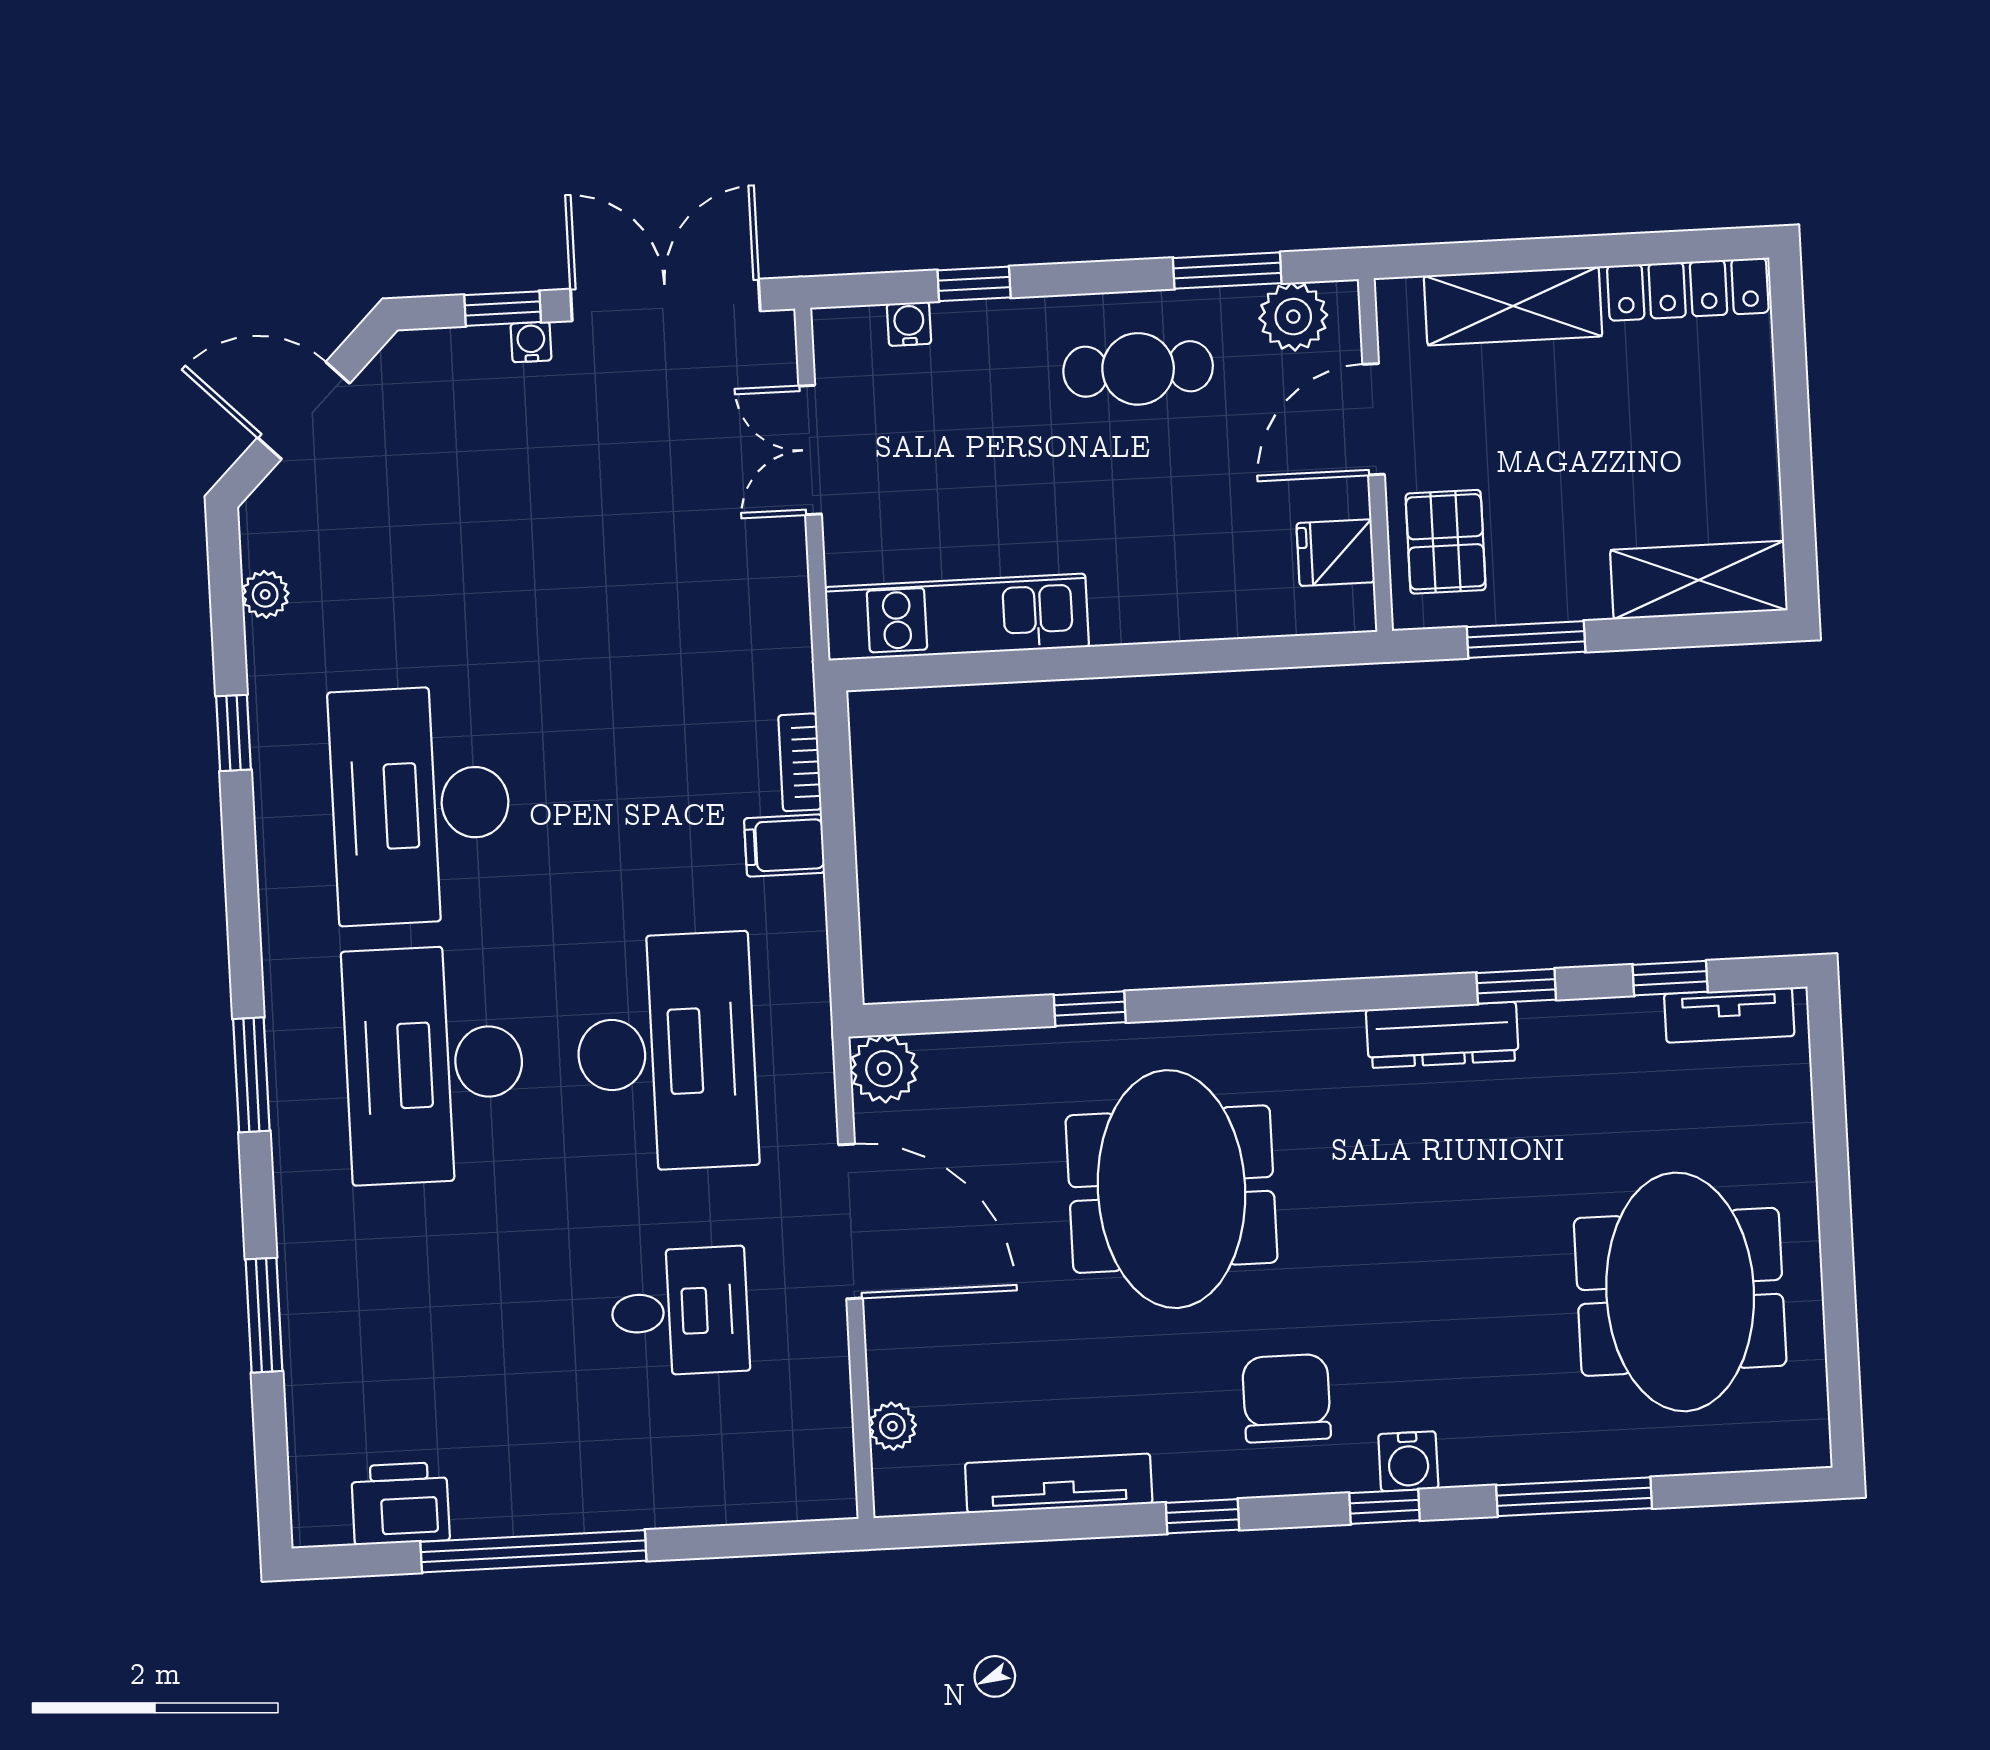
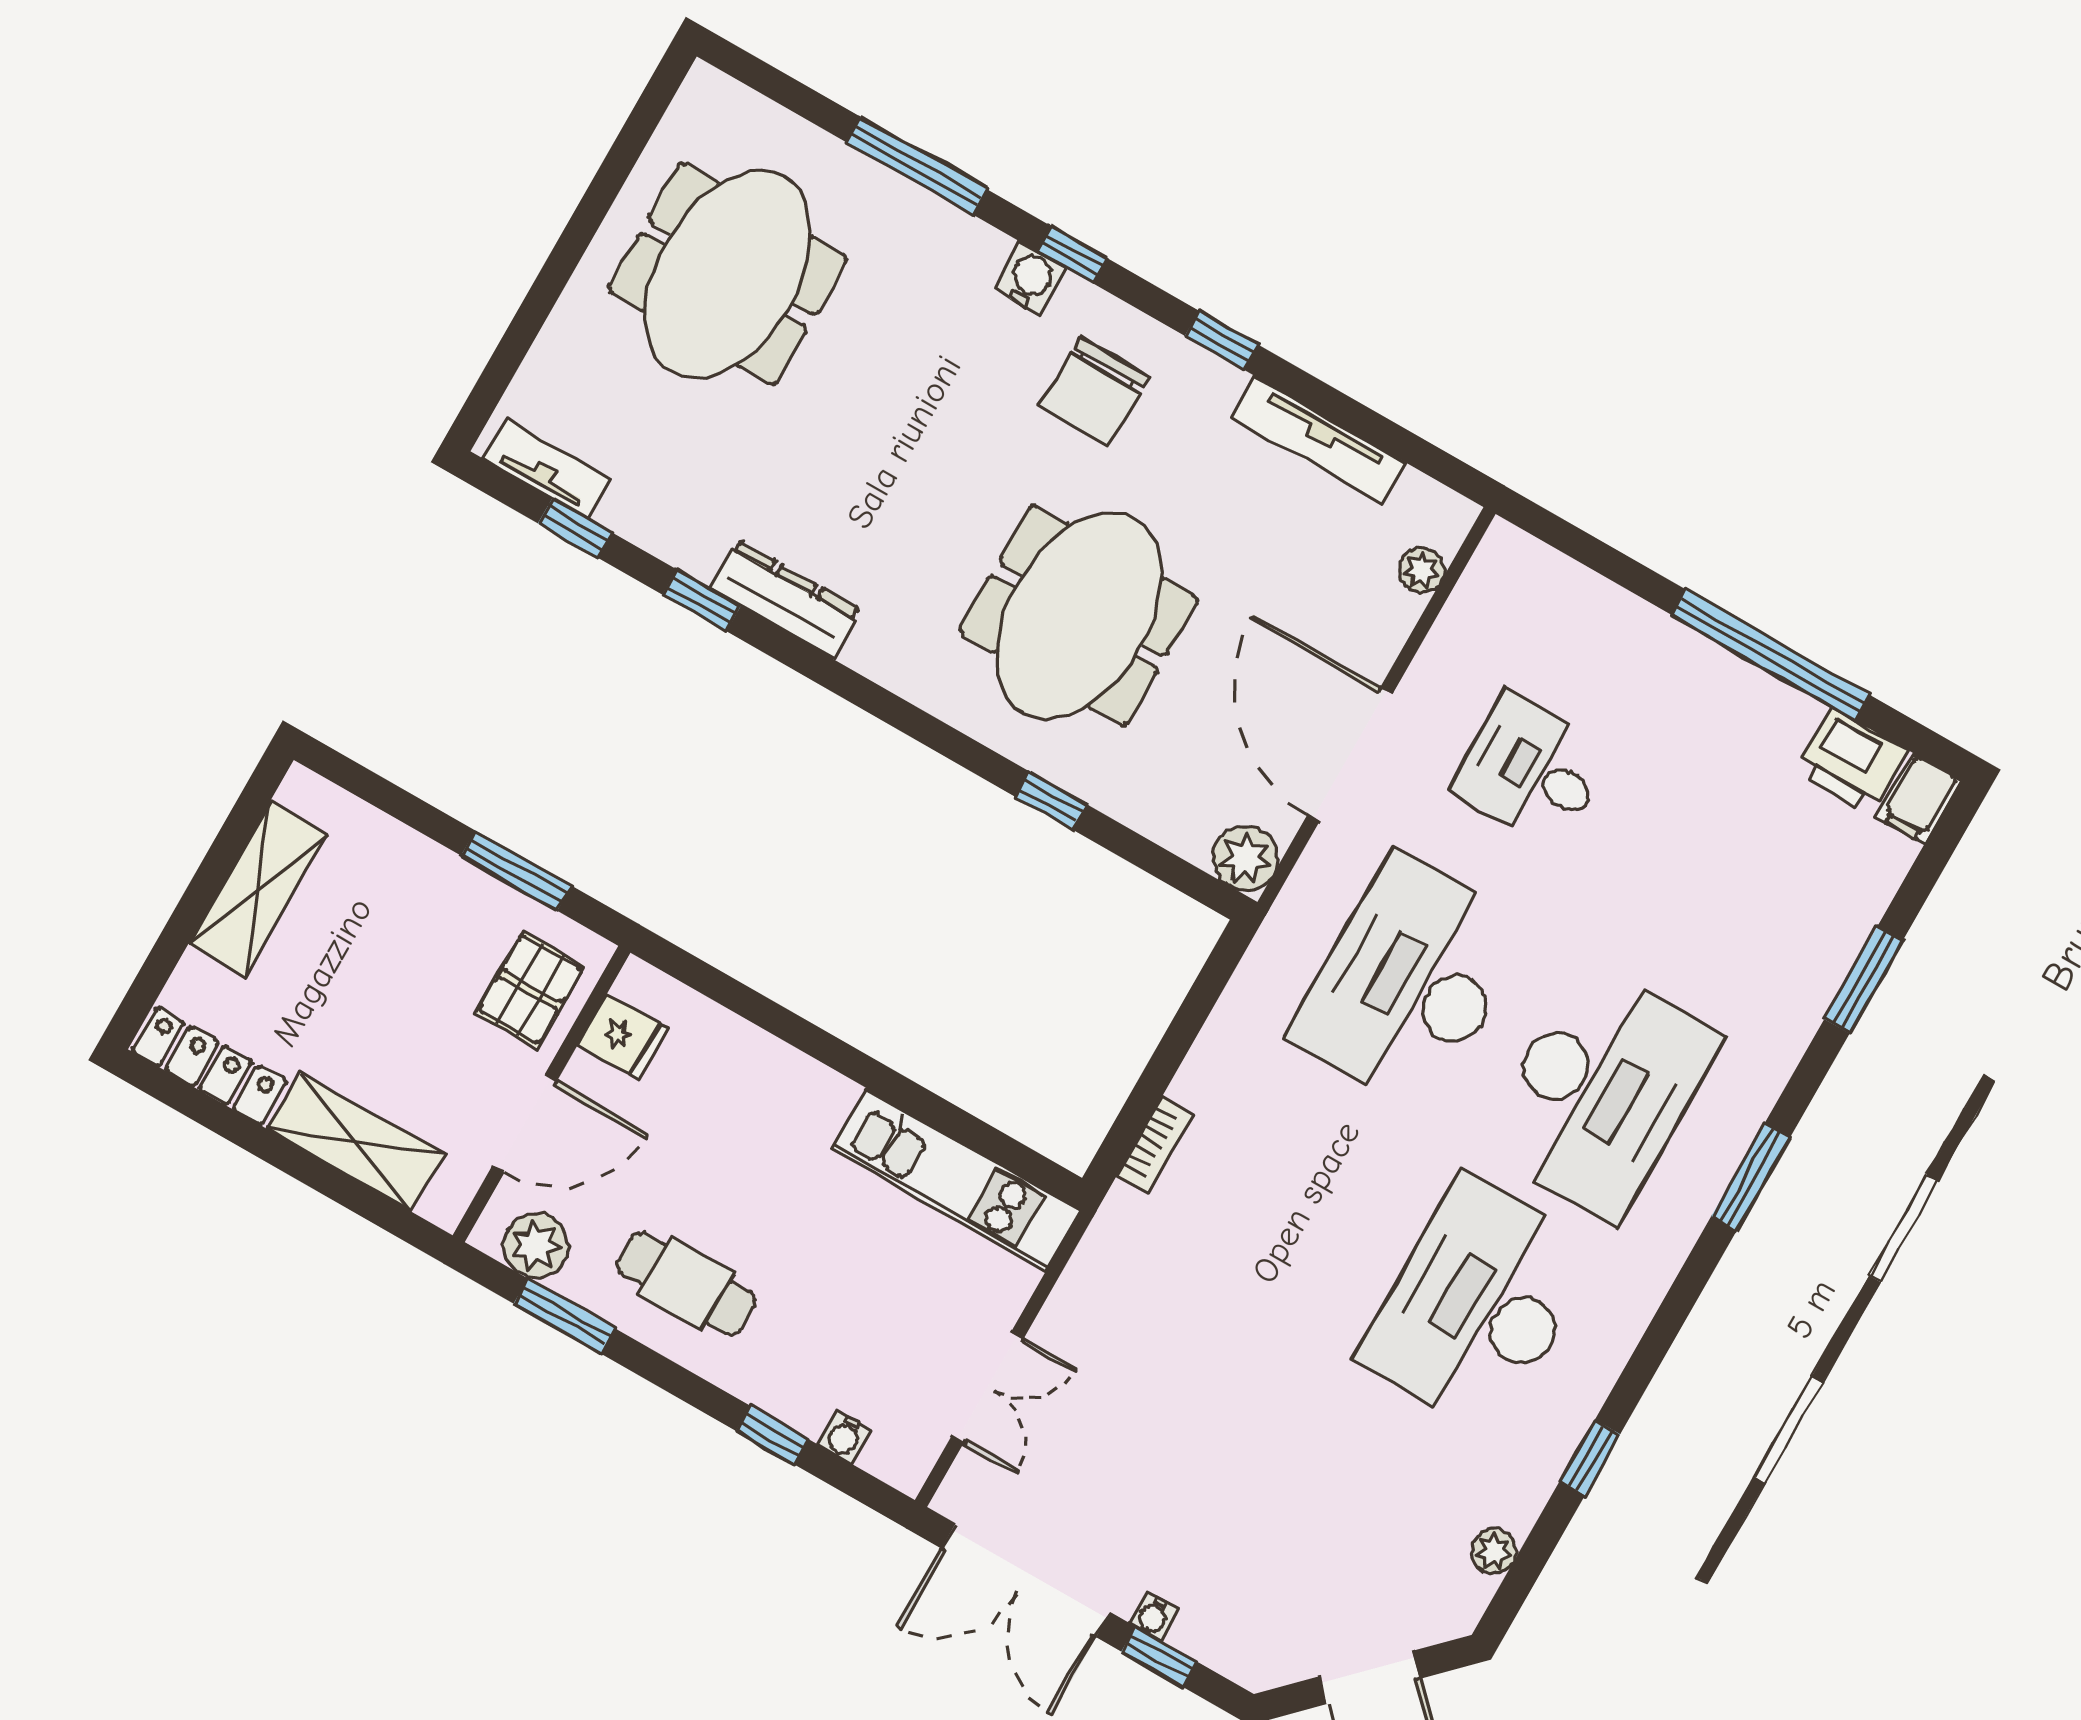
shelving: (1699, 580) -> (258, 889), moved, turned 90
desk: (421, 805) -> (1478, 1305), turned 180
filing cabinet: (784, 845) -> (1919, 799), moved, turned 90

